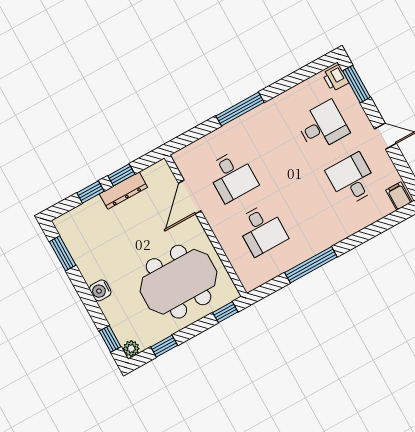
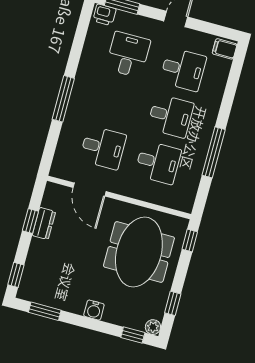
desk: (352, 179) -> (183, 69), turned 180
dresser: (123, 191) -> (44, 223), width x0.70
window: (90, 192) -> (16, 275), moved
desk: (307, 204) -> (171, 116), added

